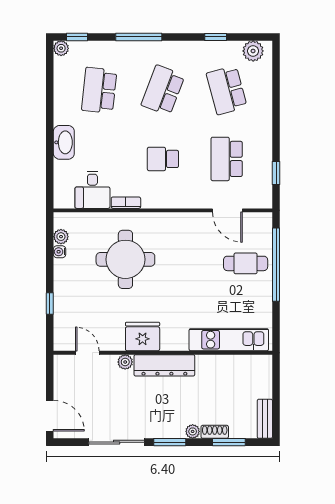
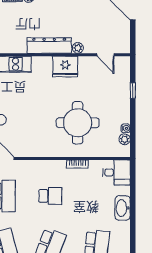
desk: (92, 190) -> (116, 172), moved, turned 90

